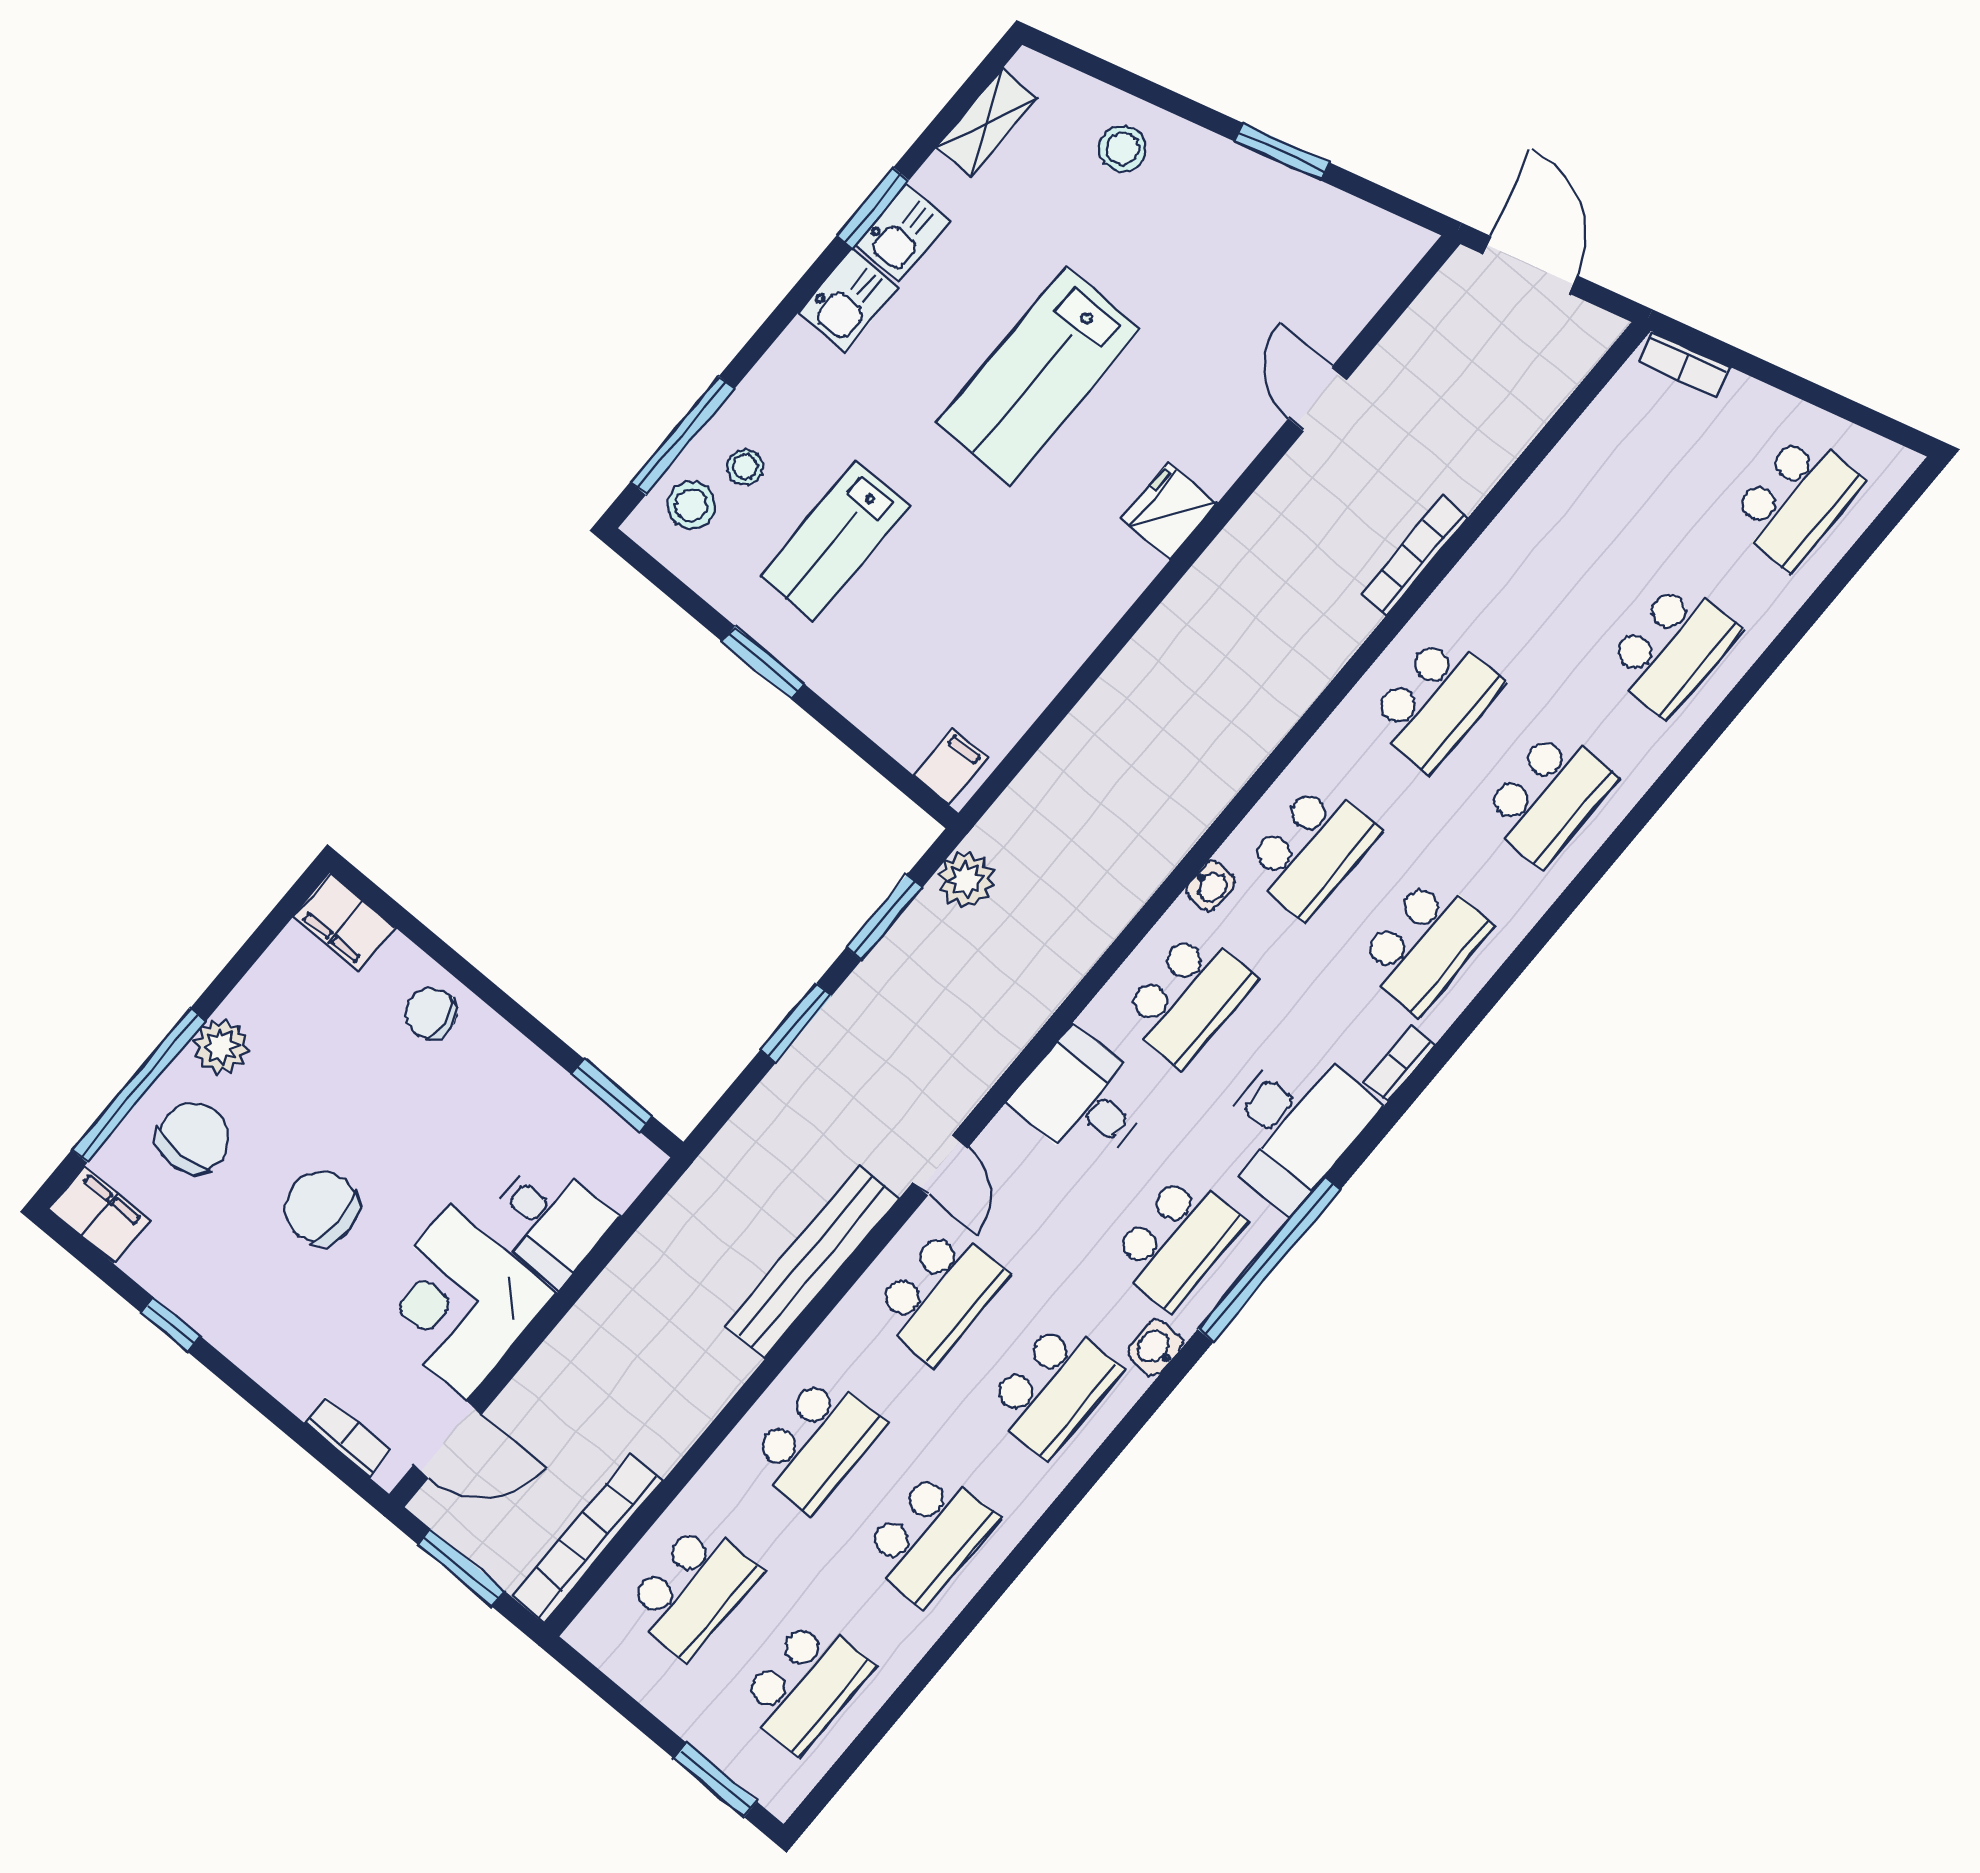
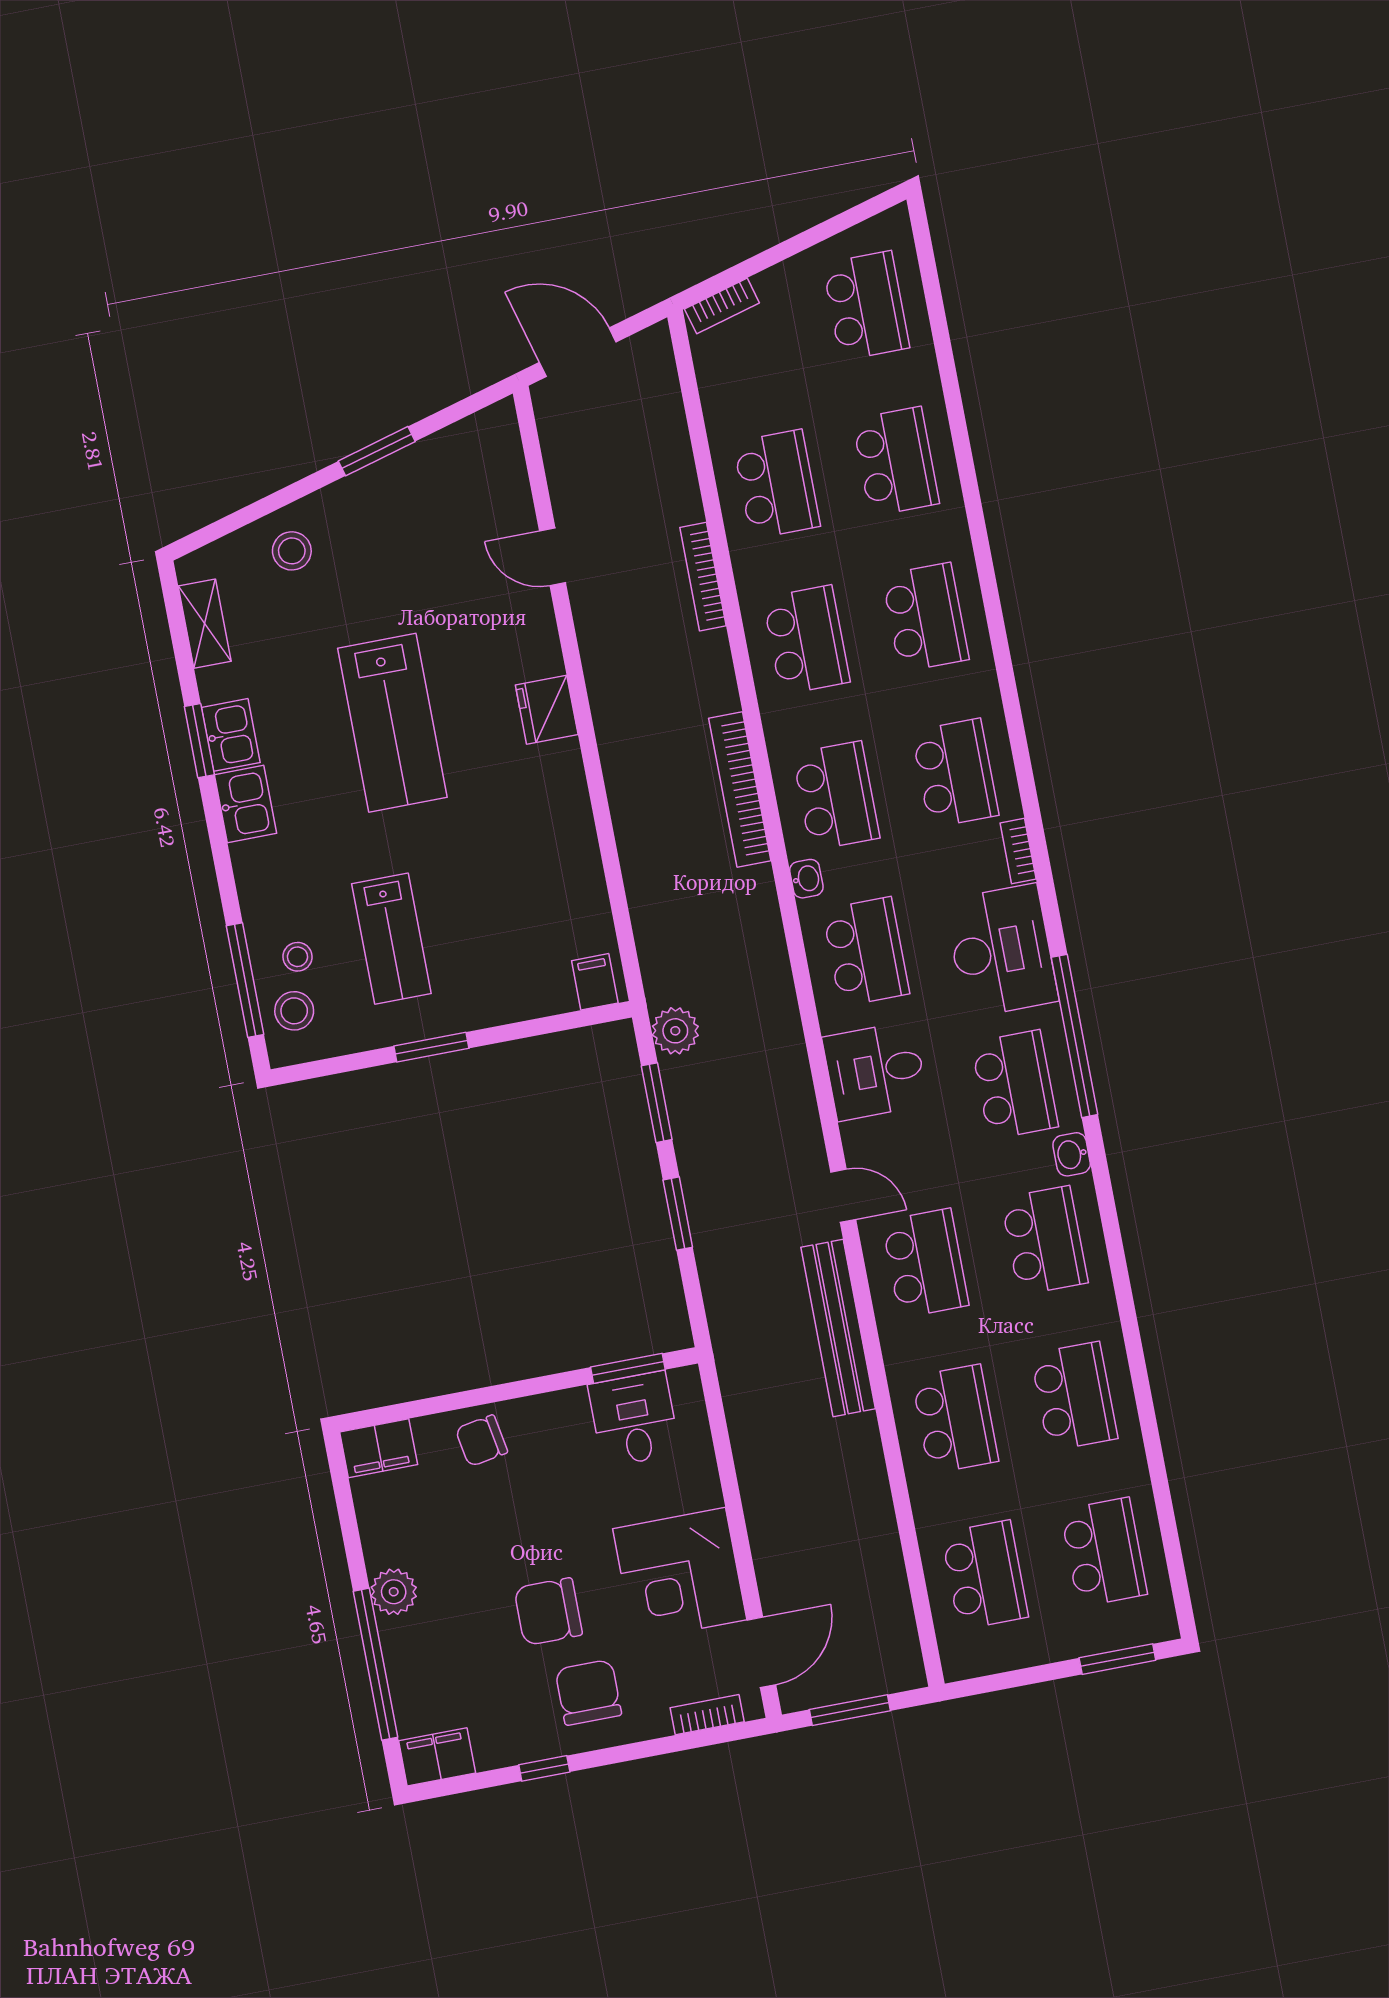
school desk: (1559, 554) -> (777, 484), added
chair: (194, 1138) -> (588, 1692), moved
desk: (550, 1221) -> (634, 1419), moved, turned -90
bookcase: (587, 1539) -> (740, 789), moved

